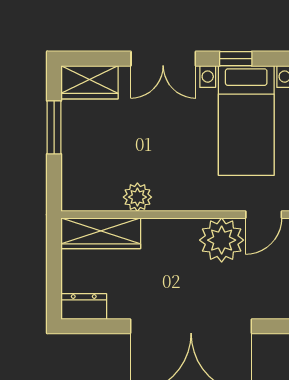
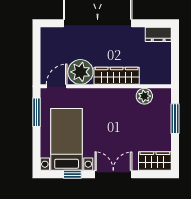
window: (54, 127) -> (175, 119), moved
plant: (137, 197) -> (144, 96), moved
wardrobe: (101, 233) -> (117, 76), moved

